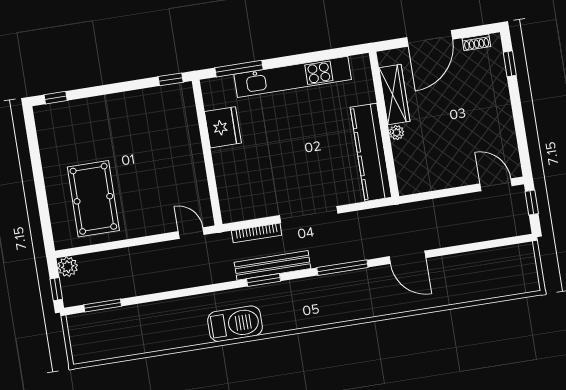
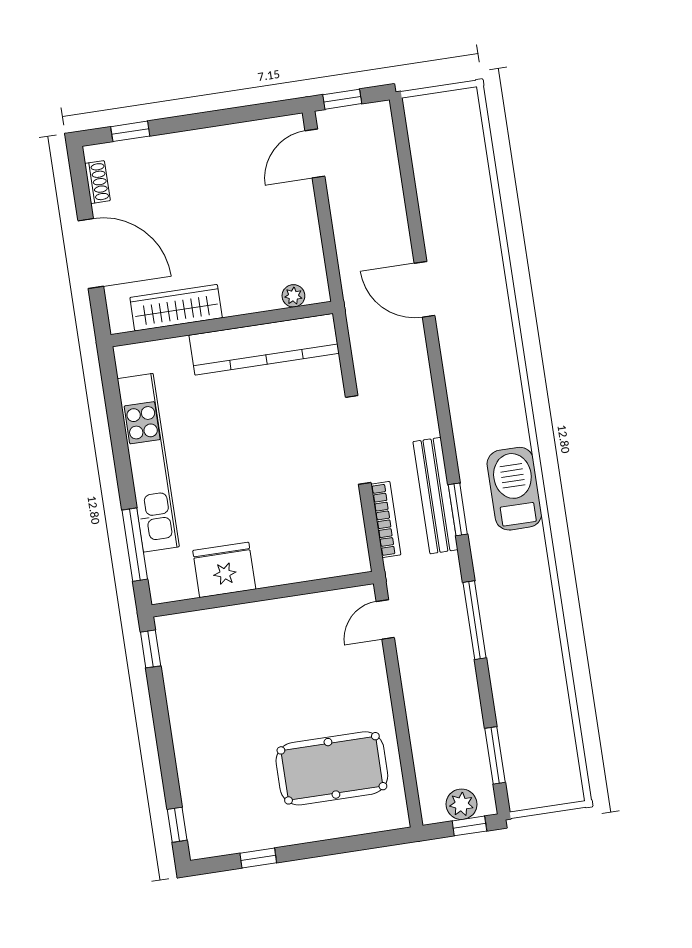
plant: (397, 133) -> (293, 296), moved
window: (34, 151) -> (258, 858), added
door: (408, 257) -> (425, 289), swing flipped
plant: (68, 267) -> (461, 804), moved
window: (342, 268) -> (475, 620), moved
barbecue: (235, 324) -> (514, 489), moved

